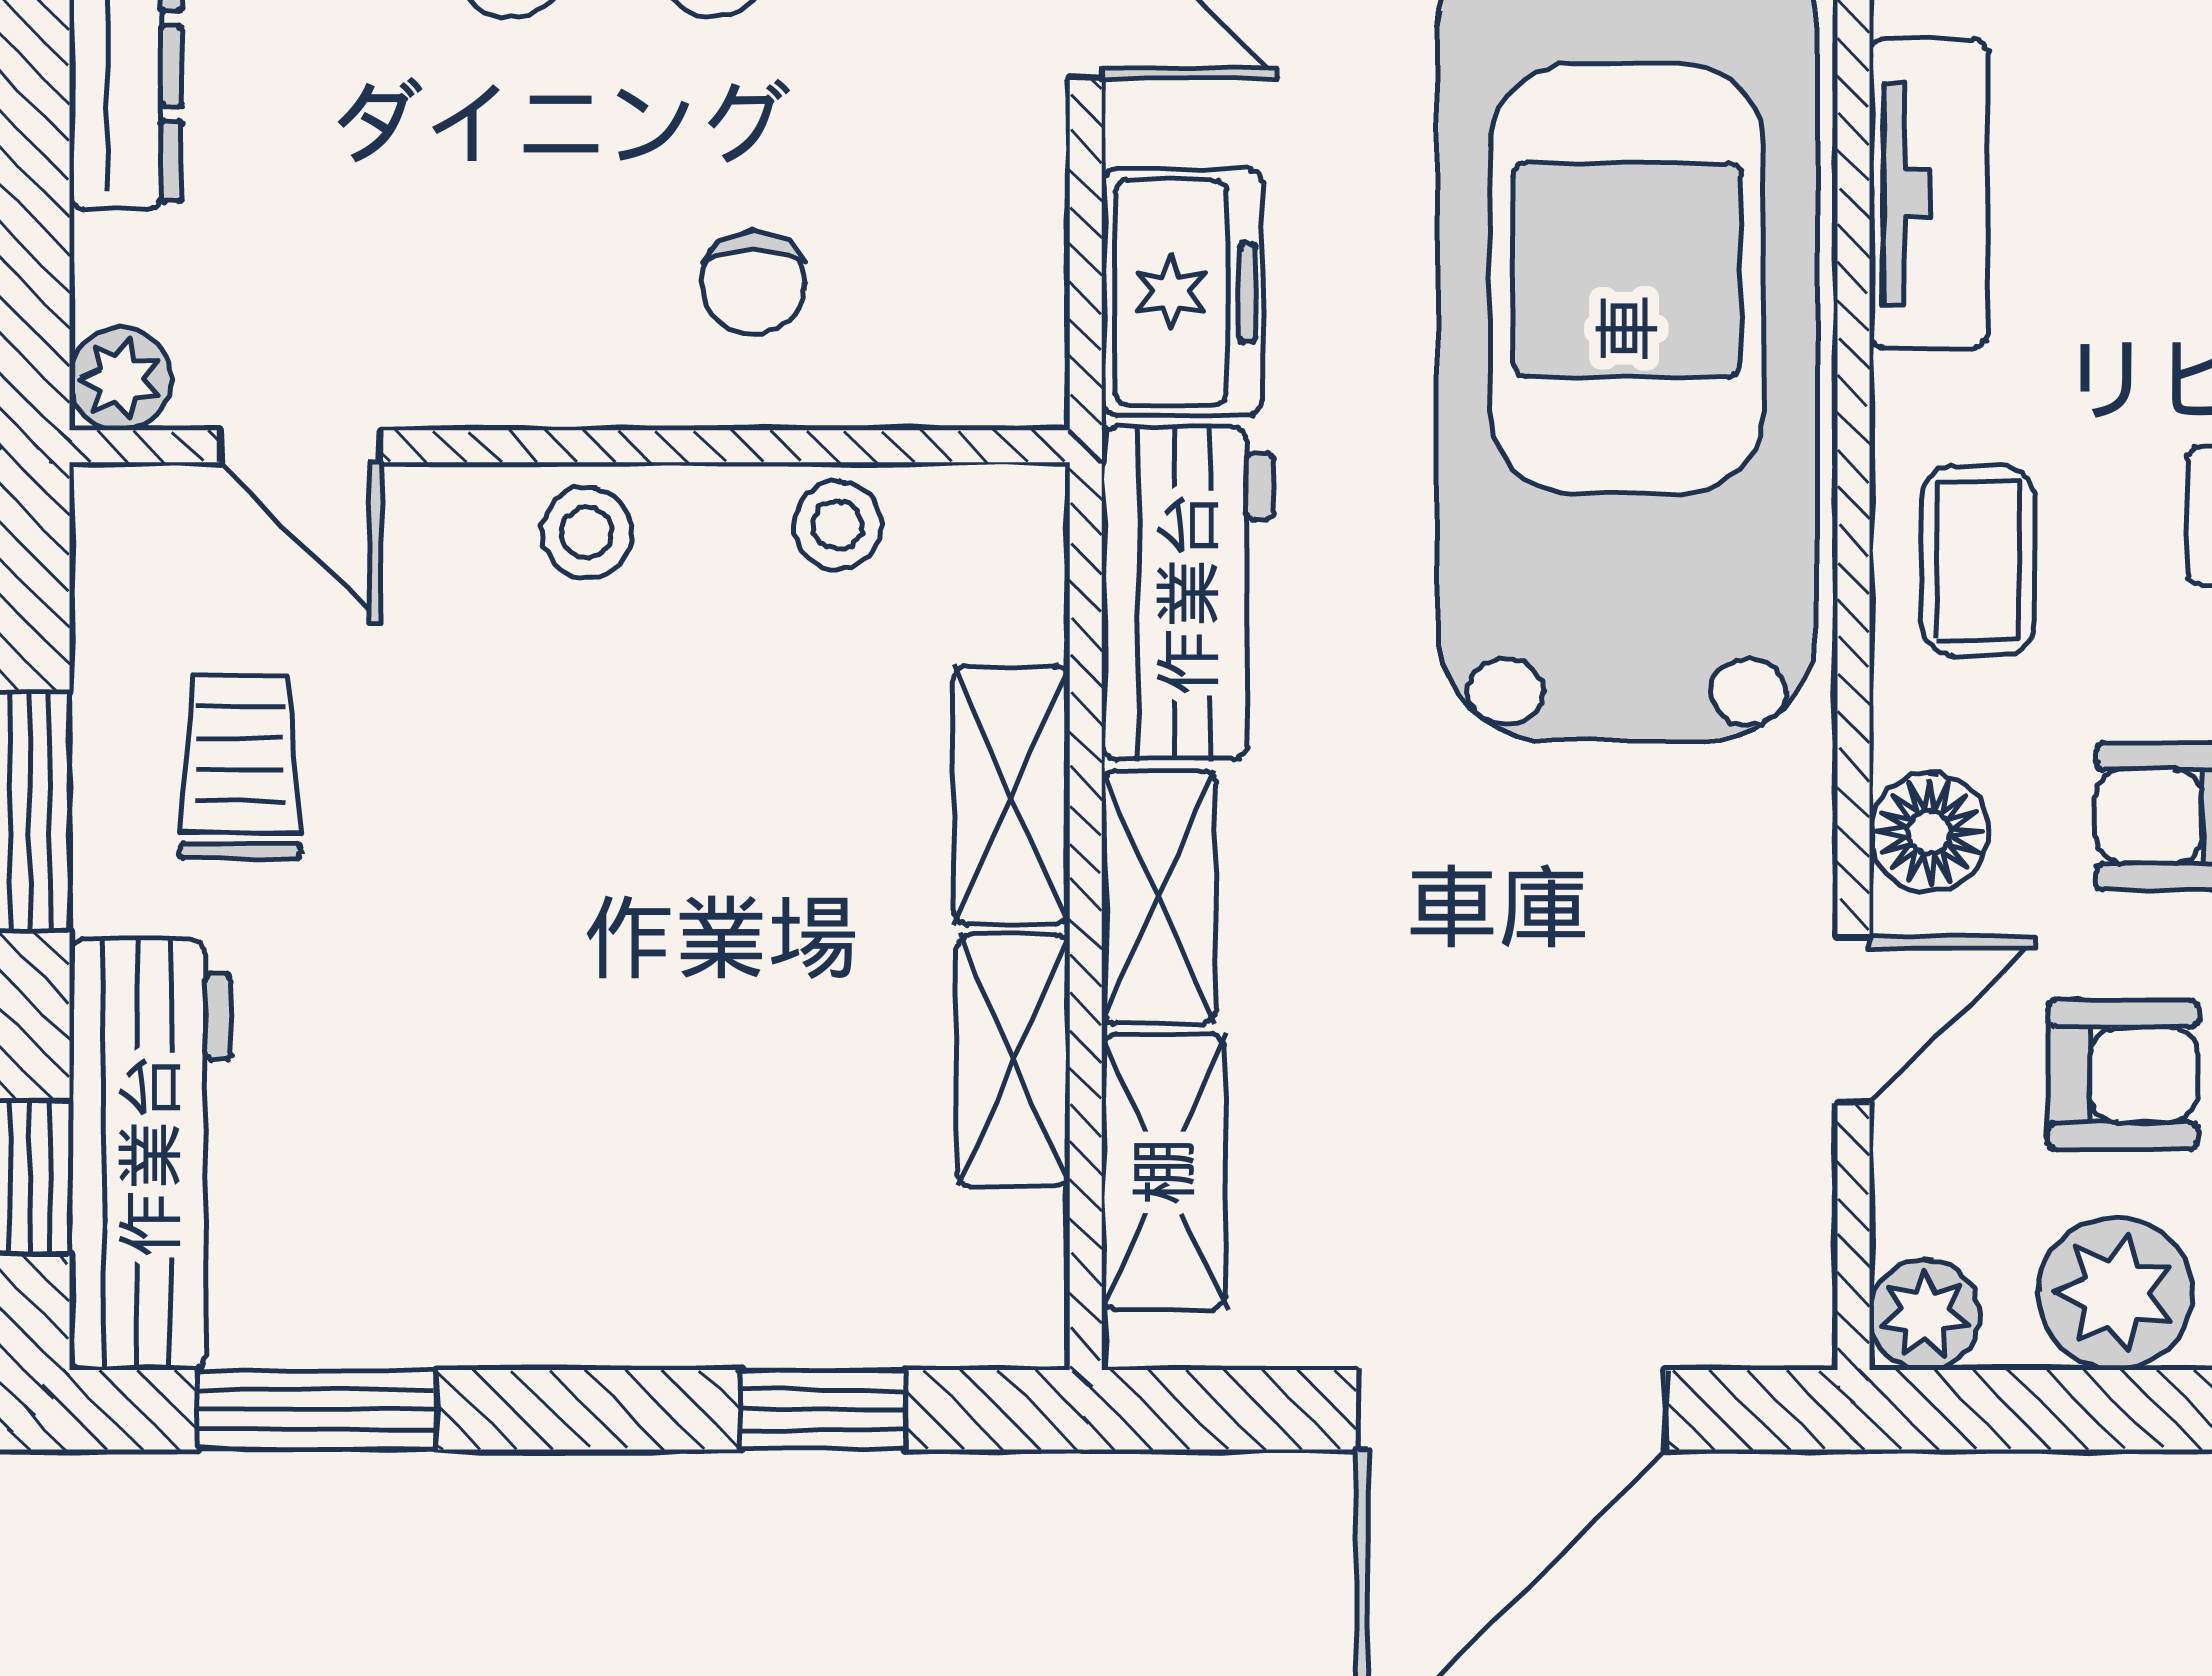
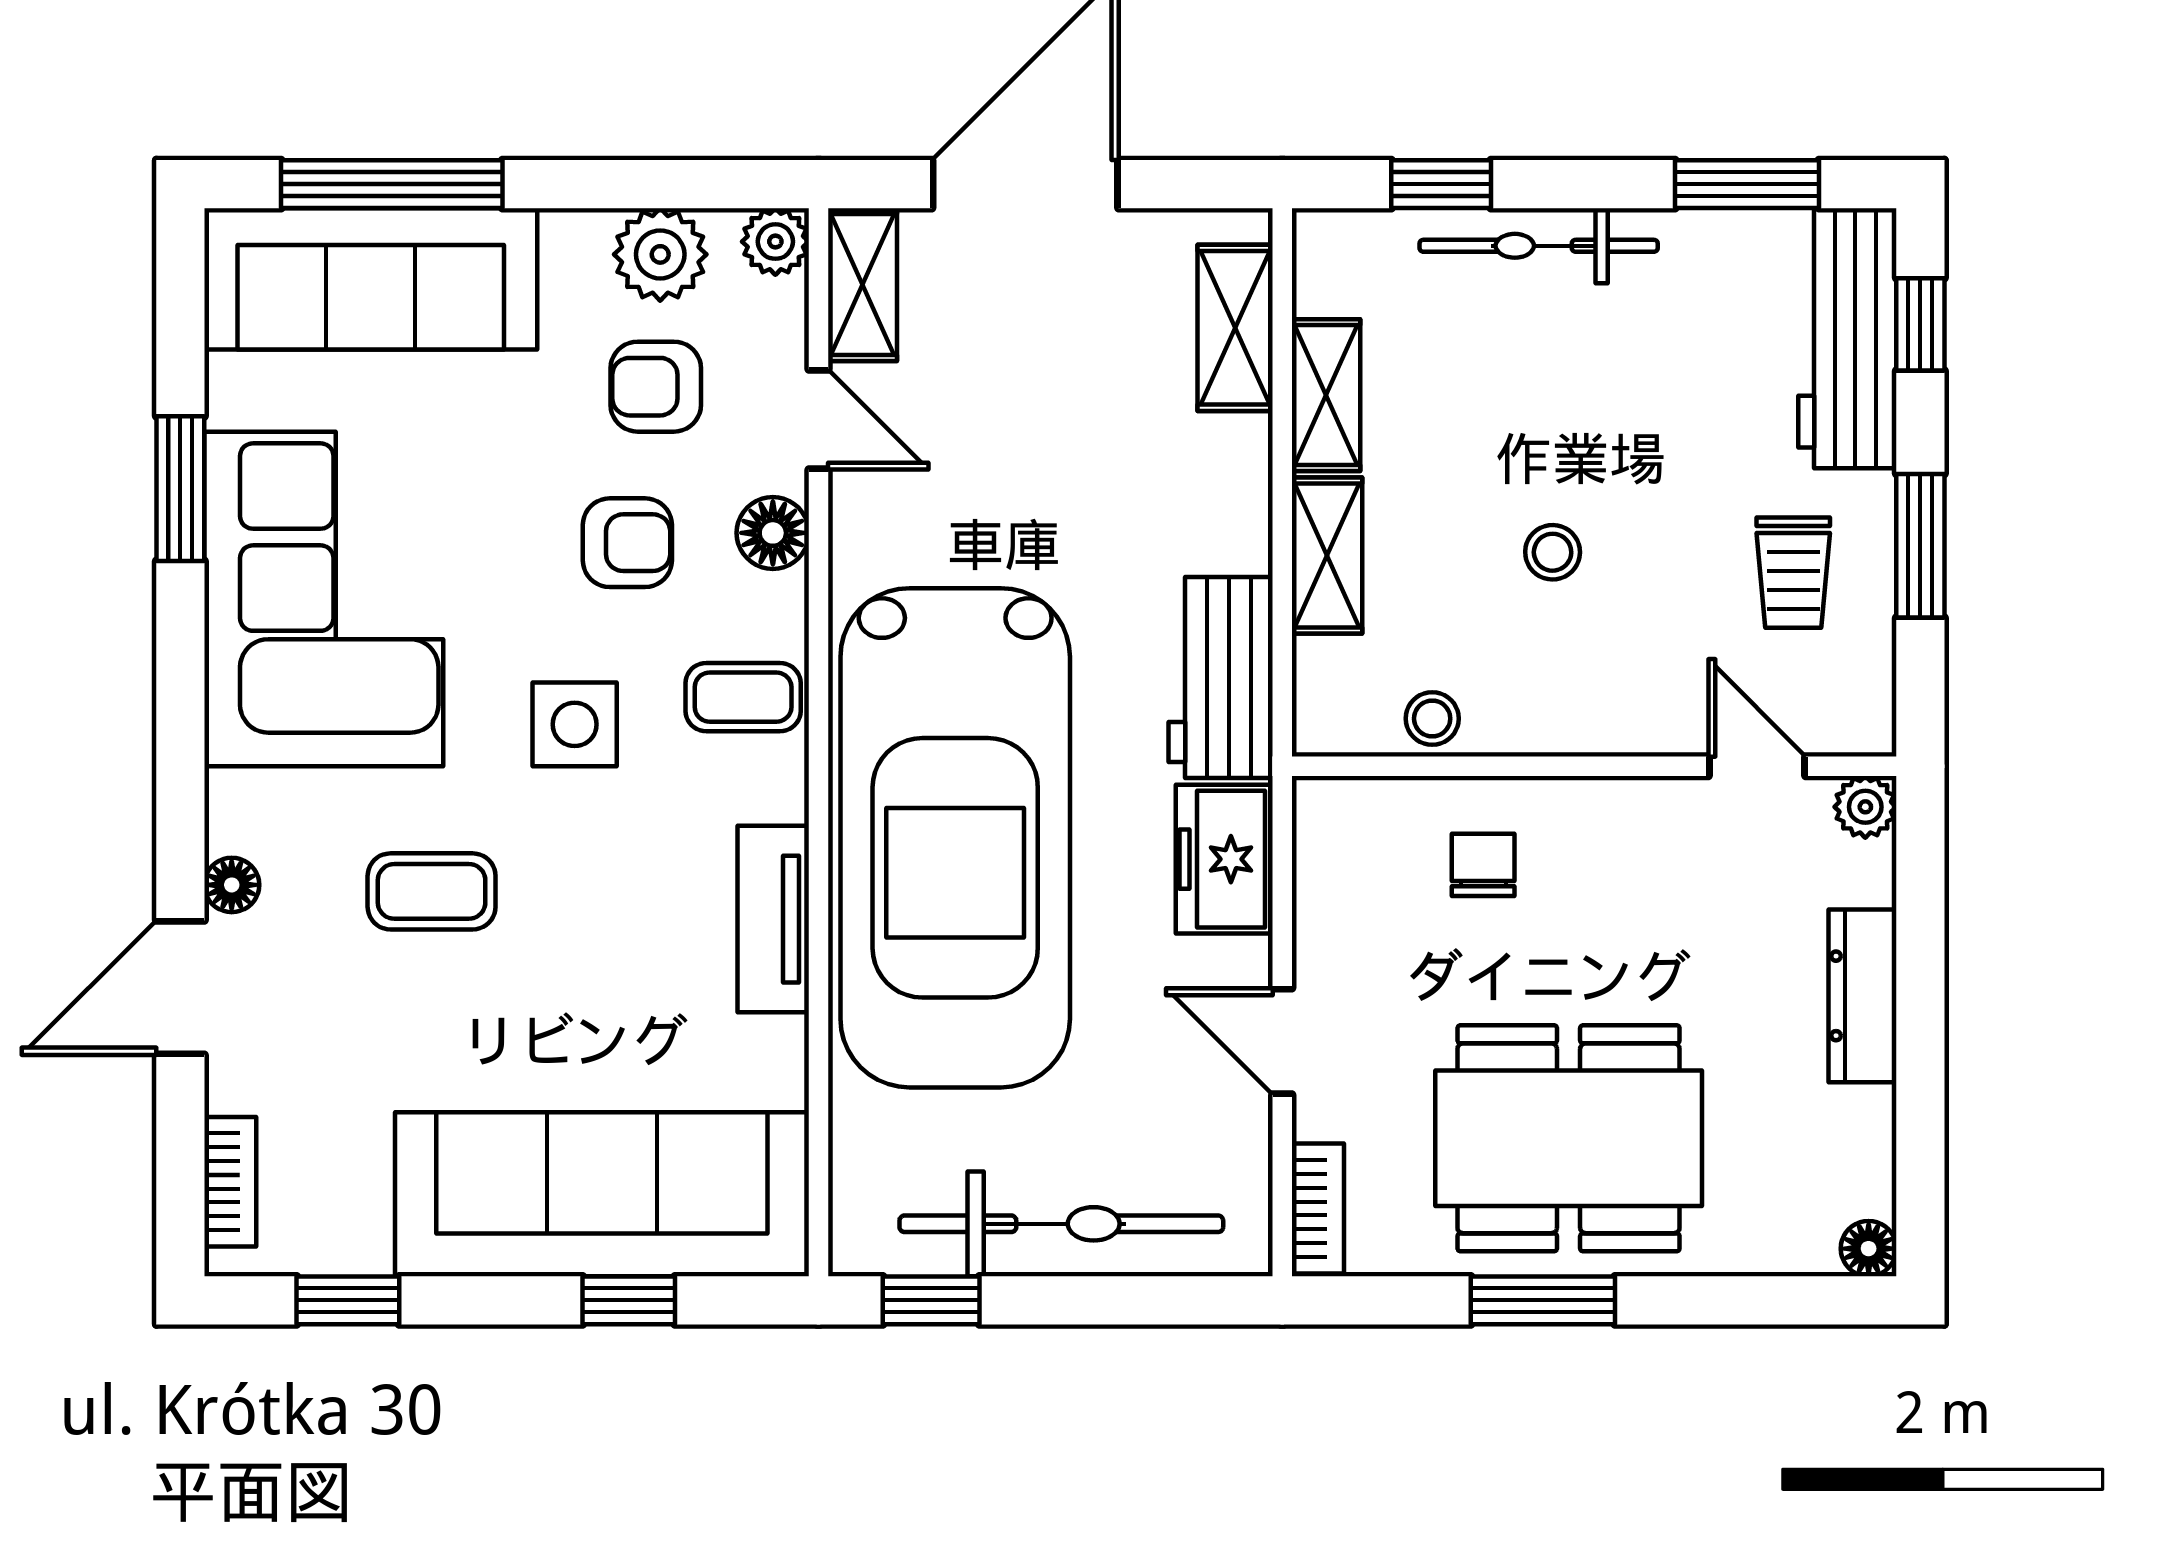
stool: (587, 533) -> (1553, 552), moved
coffee table: (1978, 561) -> (743, 697), turned 90
shelving: (1159, 897) -> (862, 285), moved
door: (1853, 1020) -> (818, 420), swing flipped
bicycle: (661, 1308) -> (1539, 246), added

